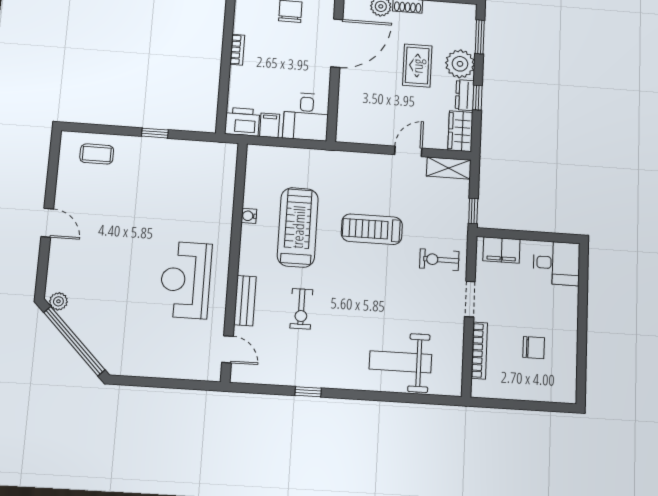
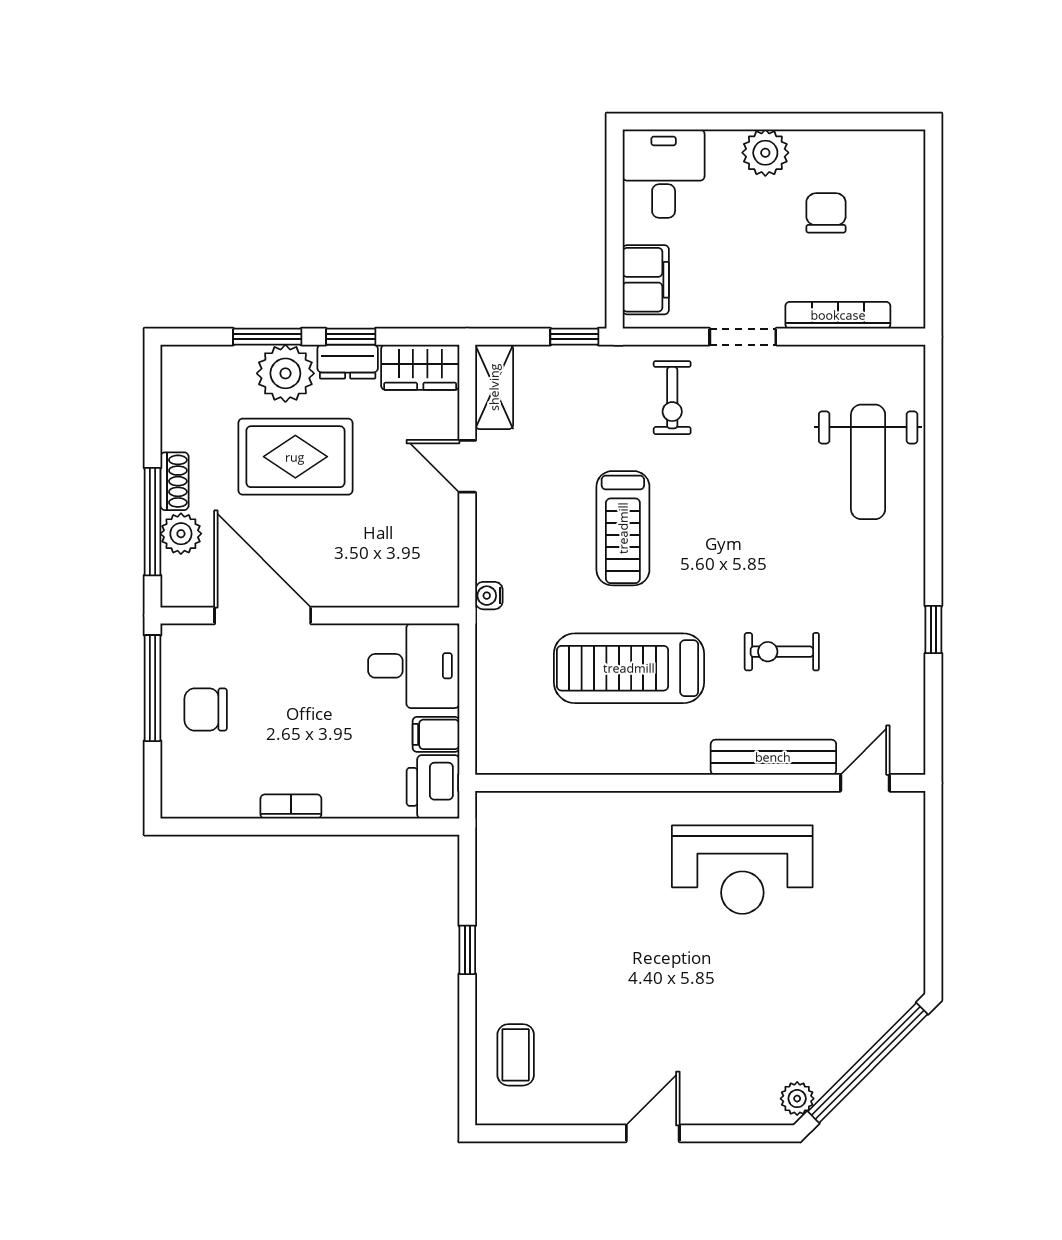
window: (480, 37) -> (267, 337), moved
rug: (417, 66) -> (295, 457), width x1.36, depth x1.43
water cooler: (249, 216) -> (489, 596), moved, turned 90
bench: (245, 301) -> (773, 757), width x1.36
exercise bike: (301, 309) -> (782, 652), turned 180
plant: (566, 317) -> (765, 153), added

